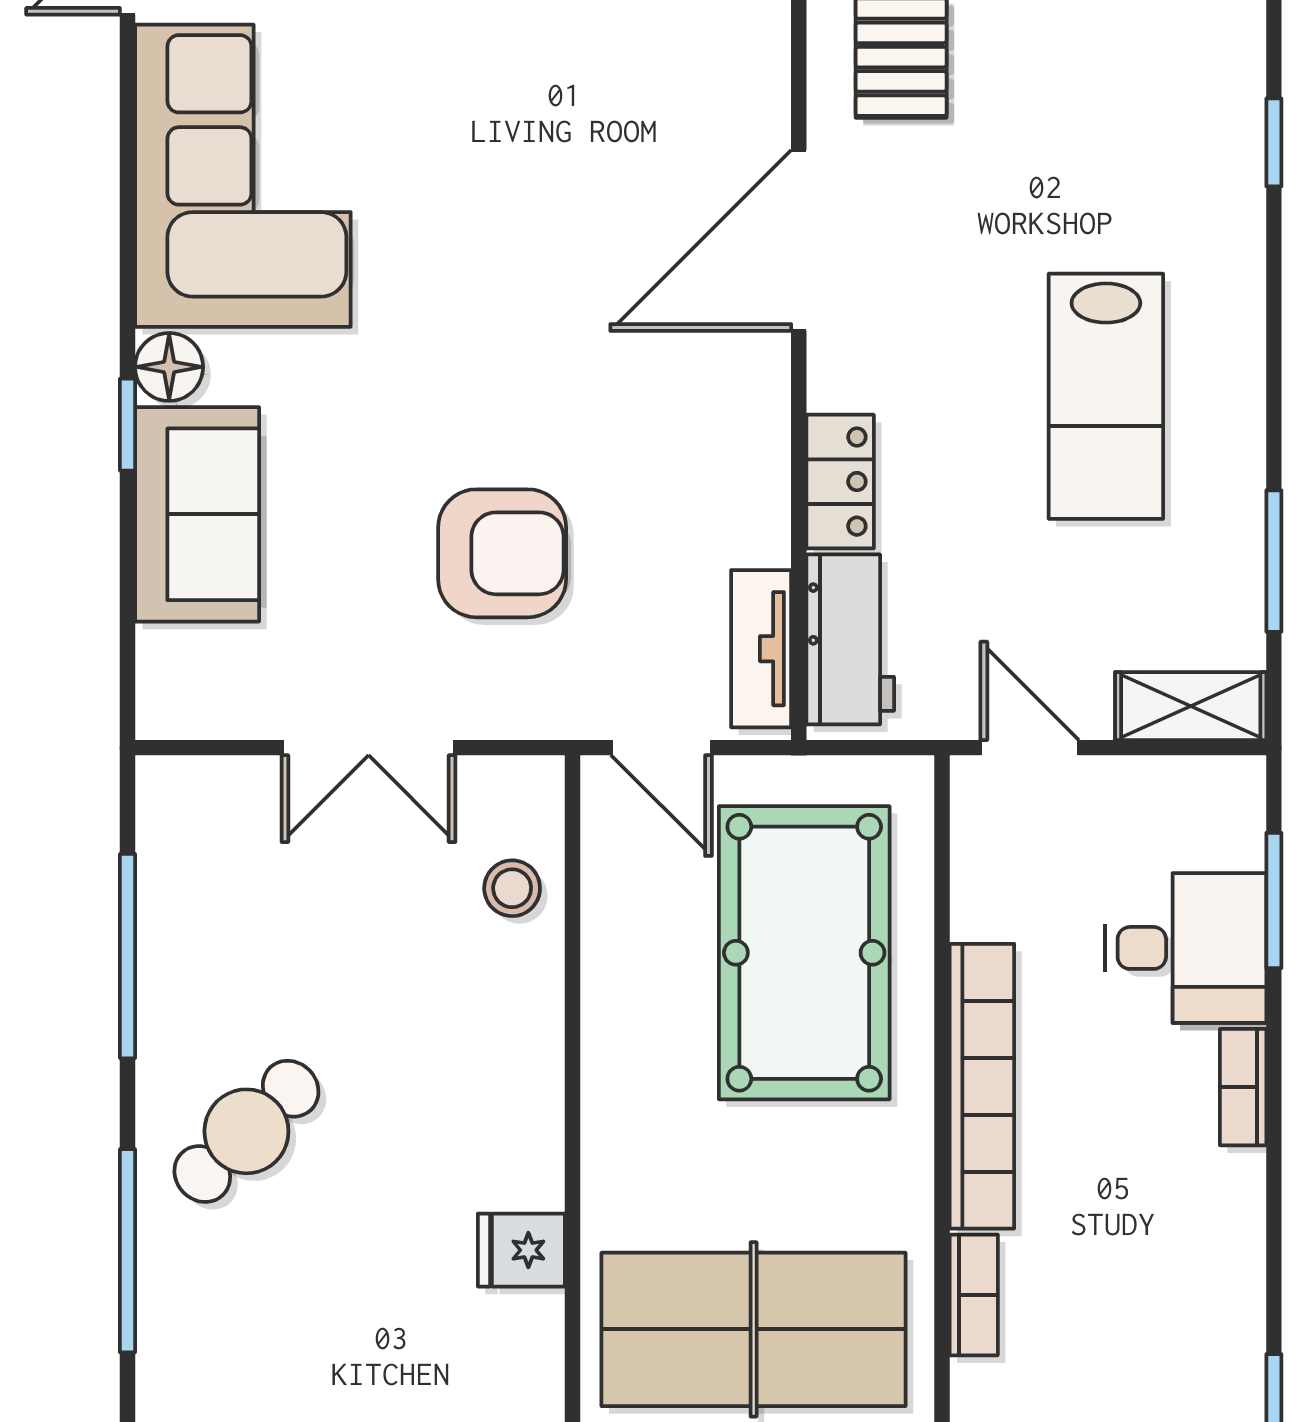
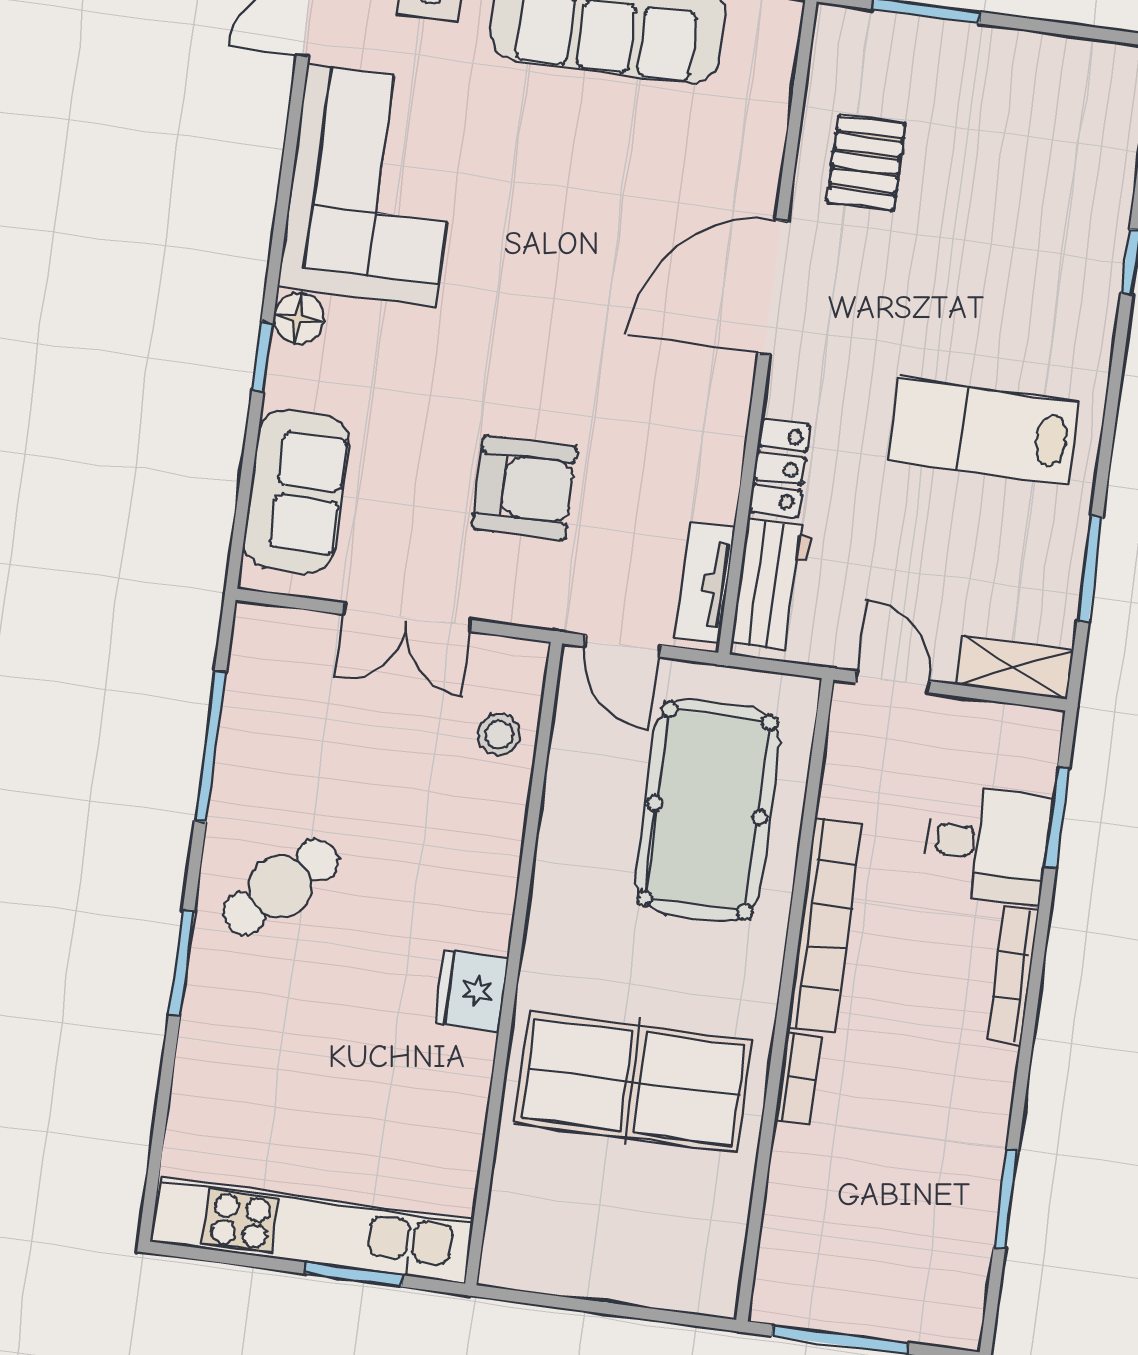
lab bench: (1106, 396) -> (983, 432), turned 90
sofa: (197, 514) -> (296, 491), moved
bookcase: (1243, 1087) -> (1013, 976), width x1.56
fridge: (521, 1250) -> (472, 990), width x1.38
window: (127, 1251) -> (181, 963), width x0.69

